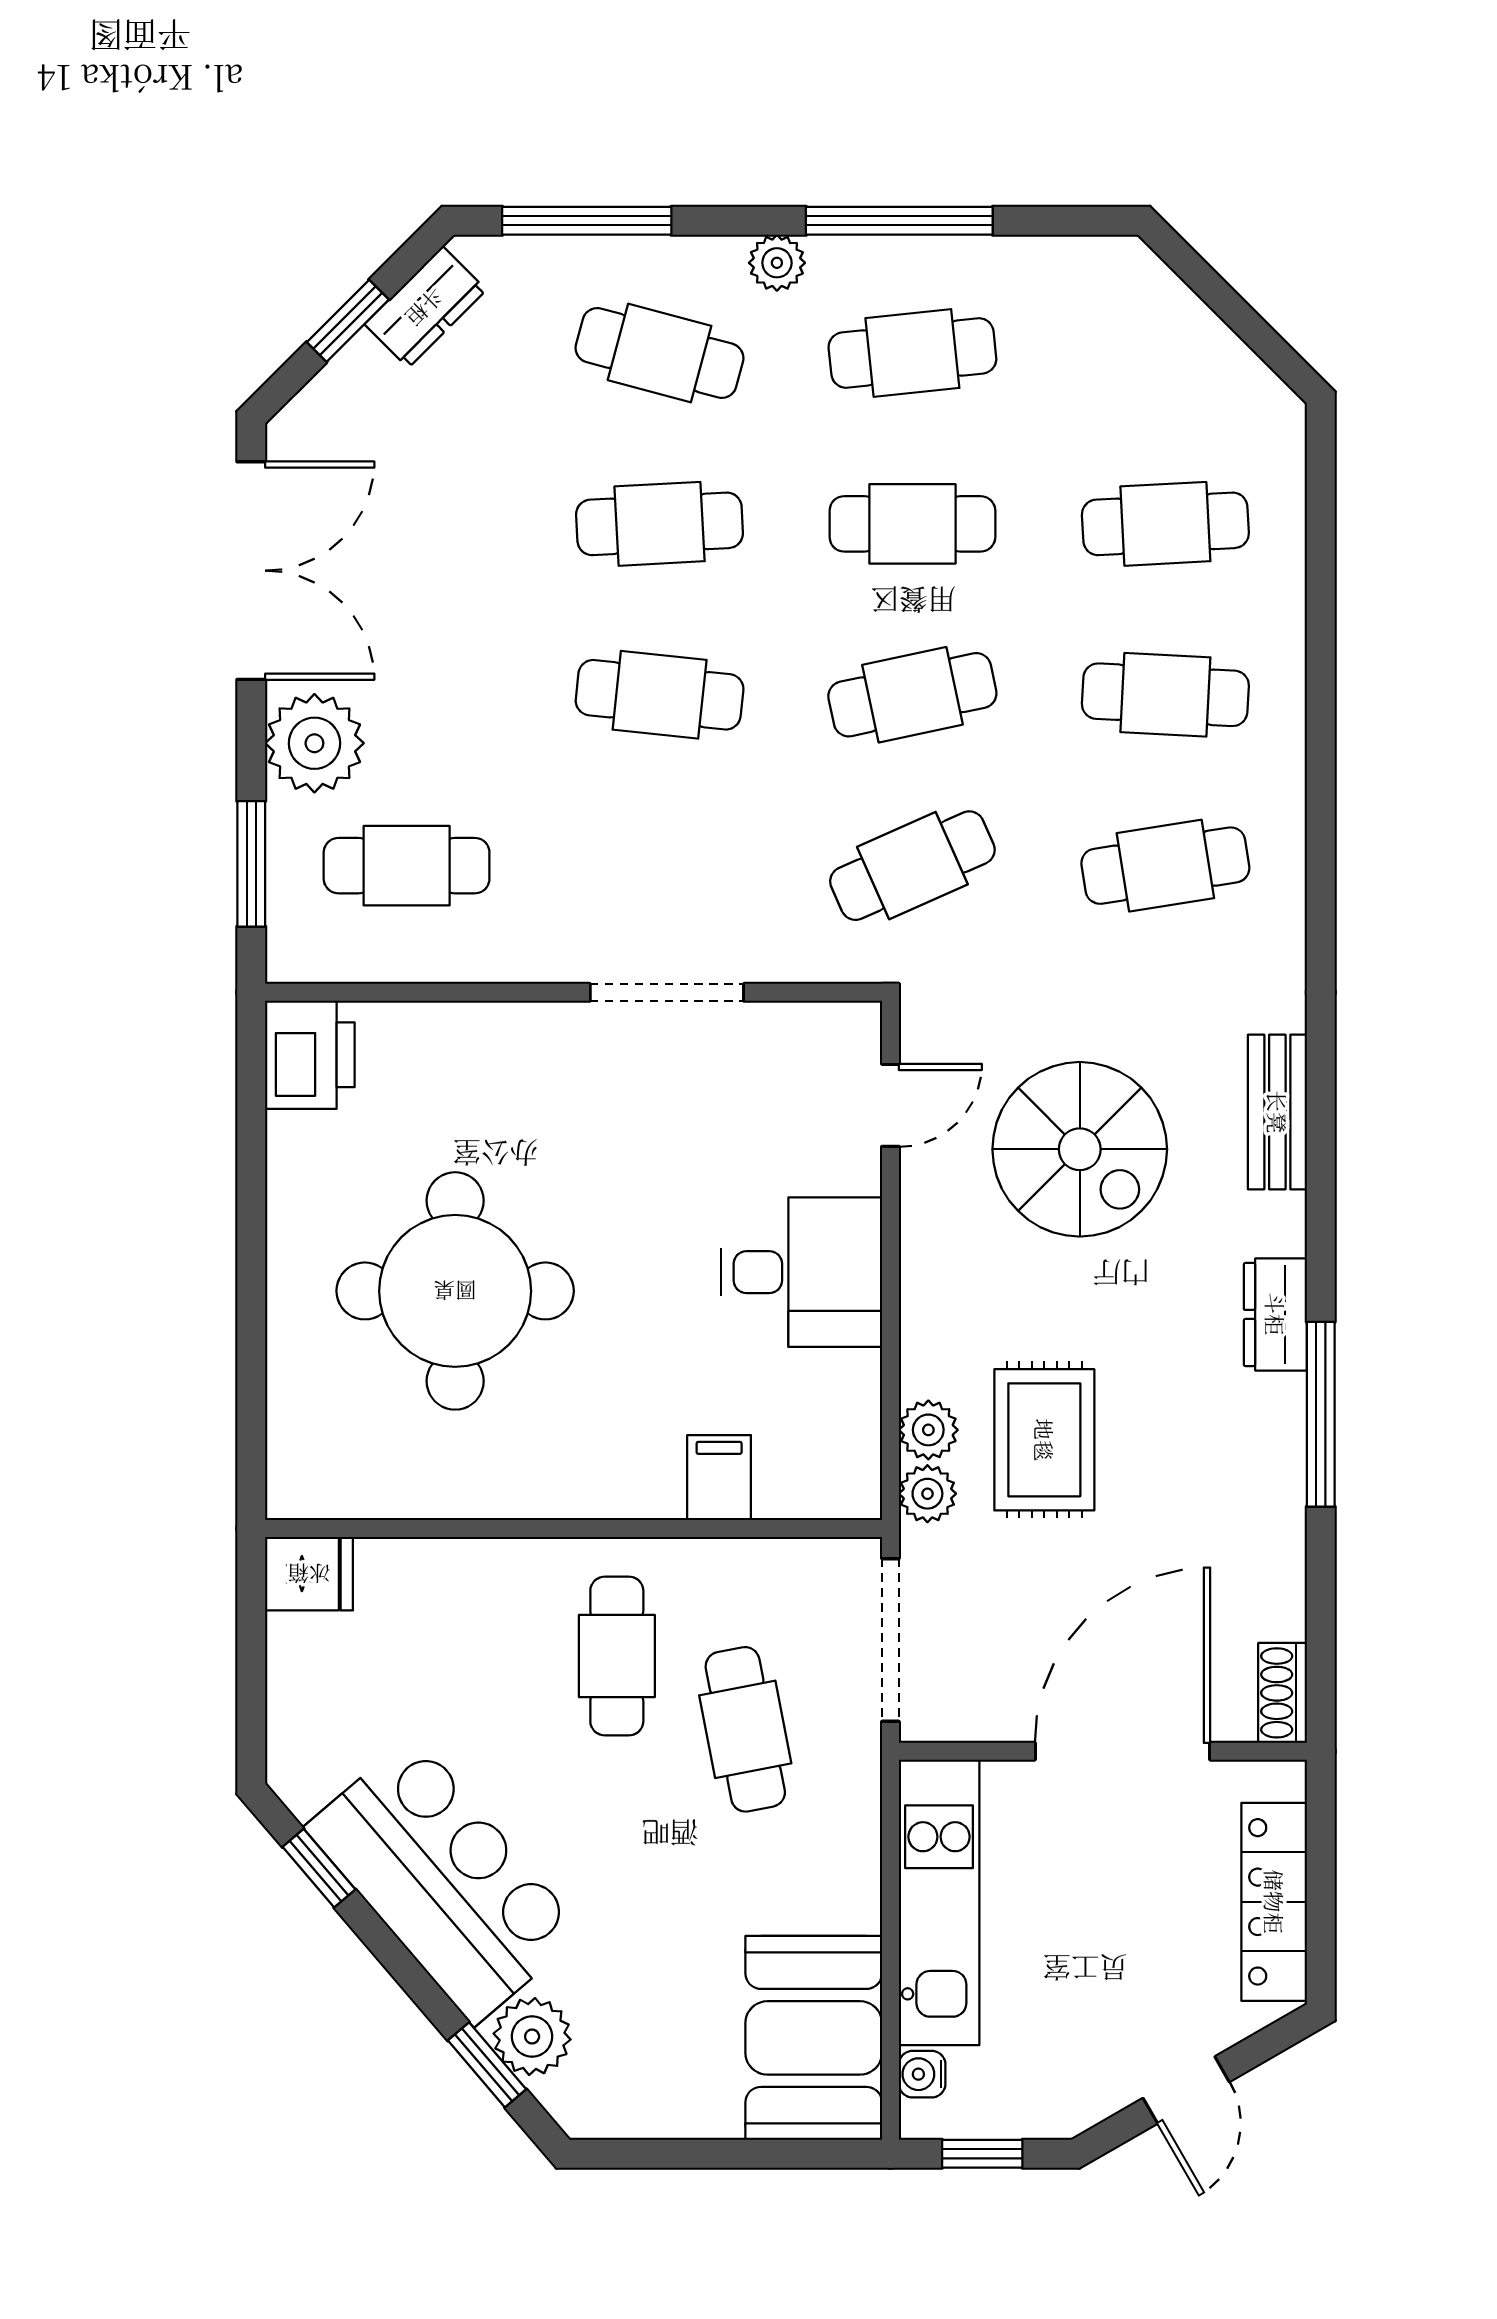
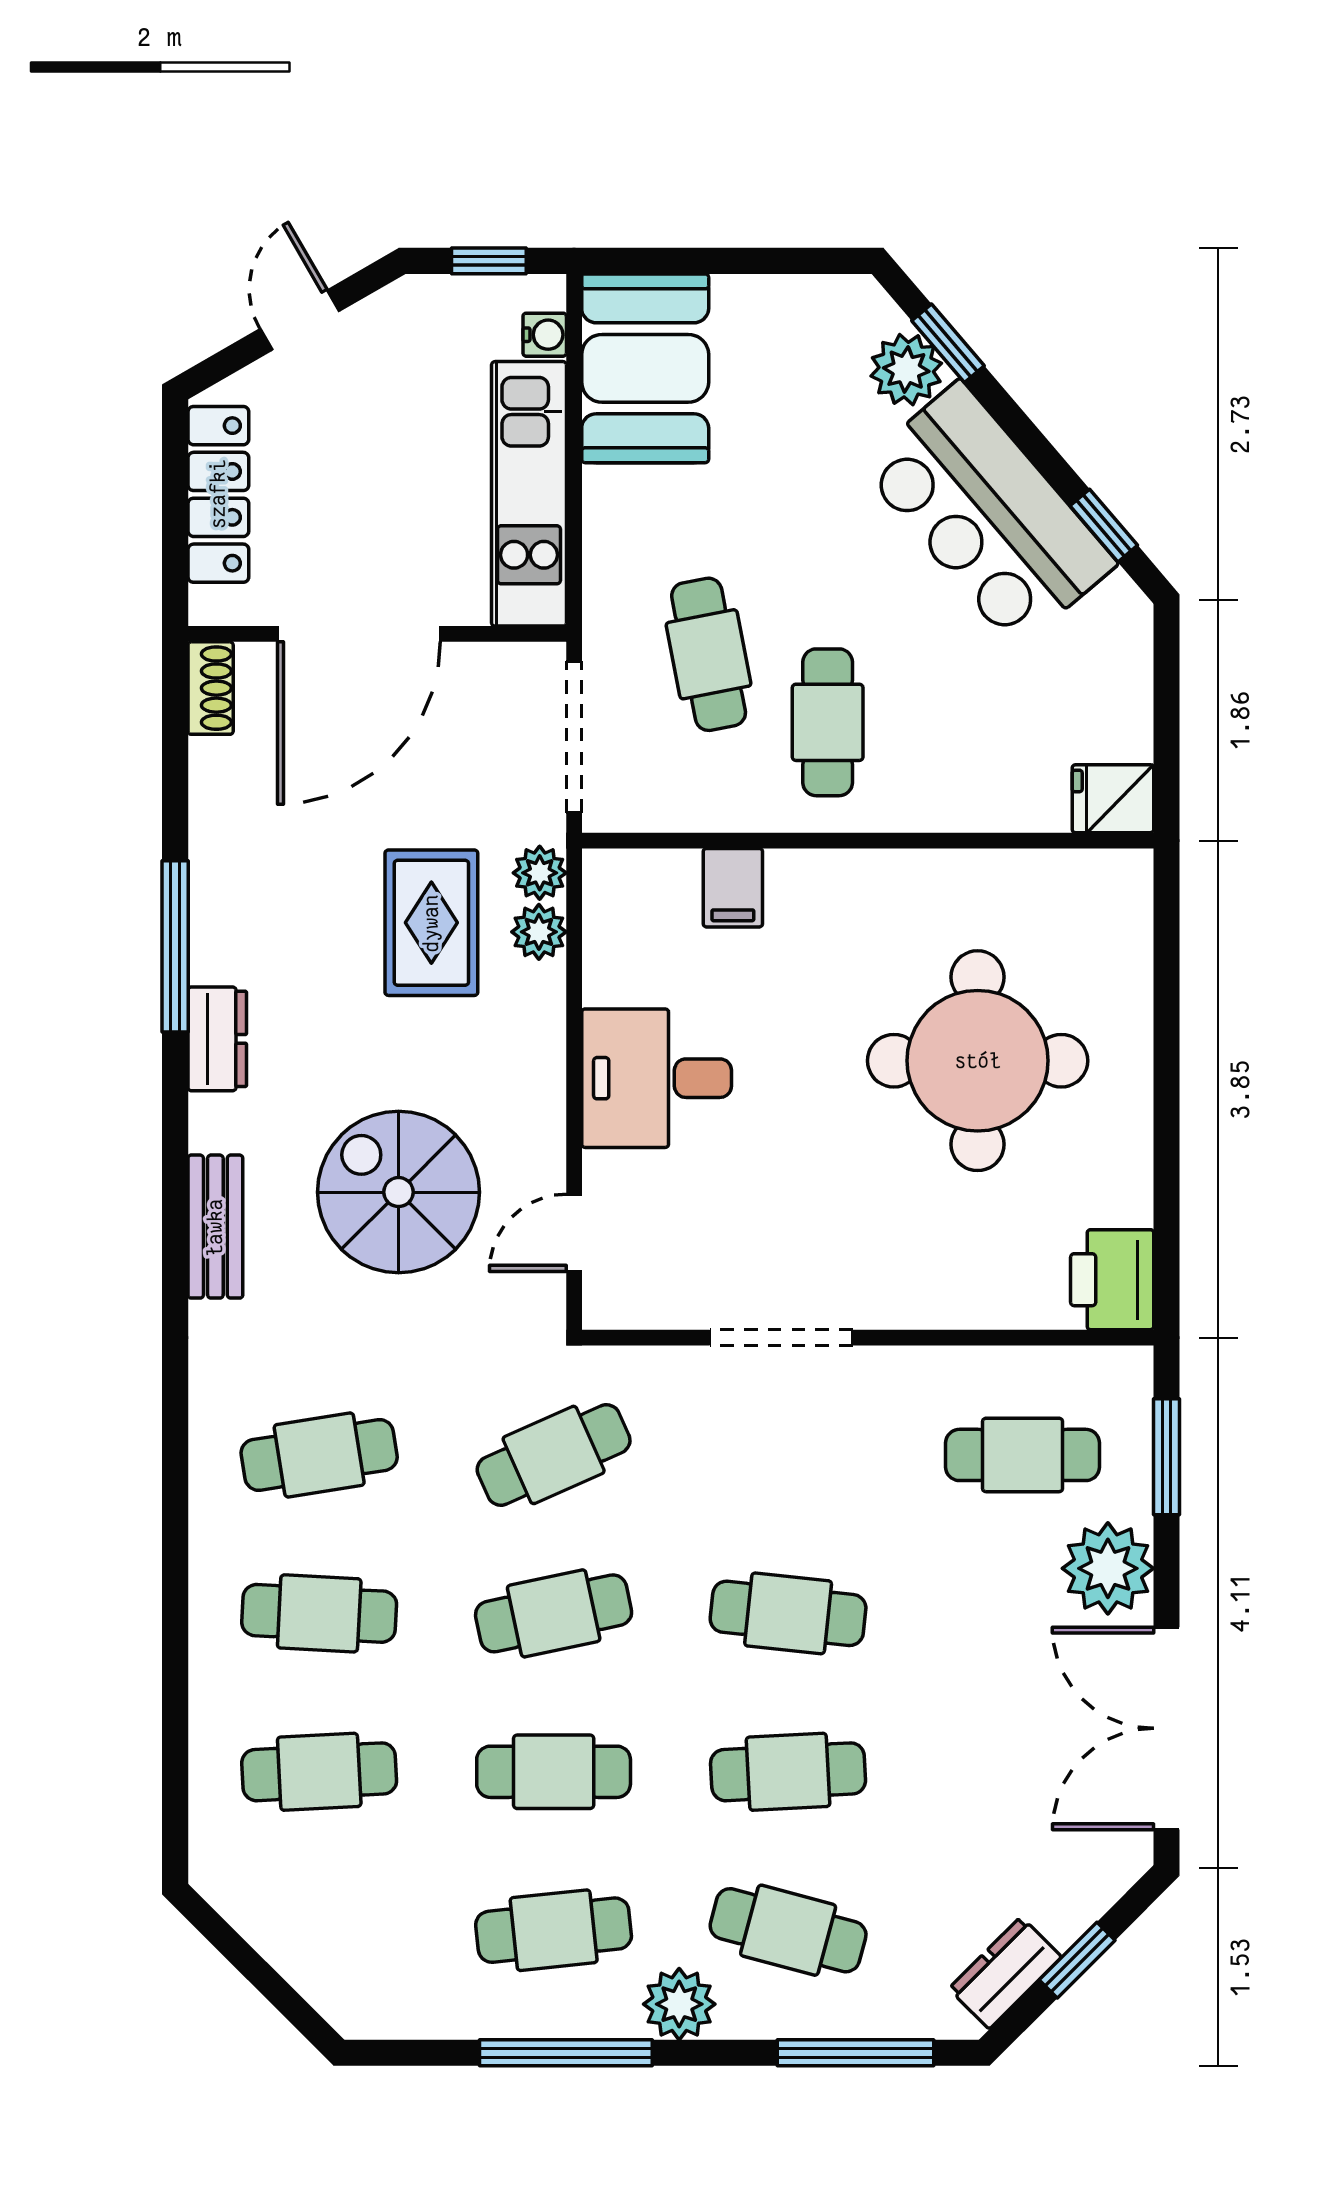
plant: (777, 263) -> (679, 2004), width x1.38, depth x1.38

